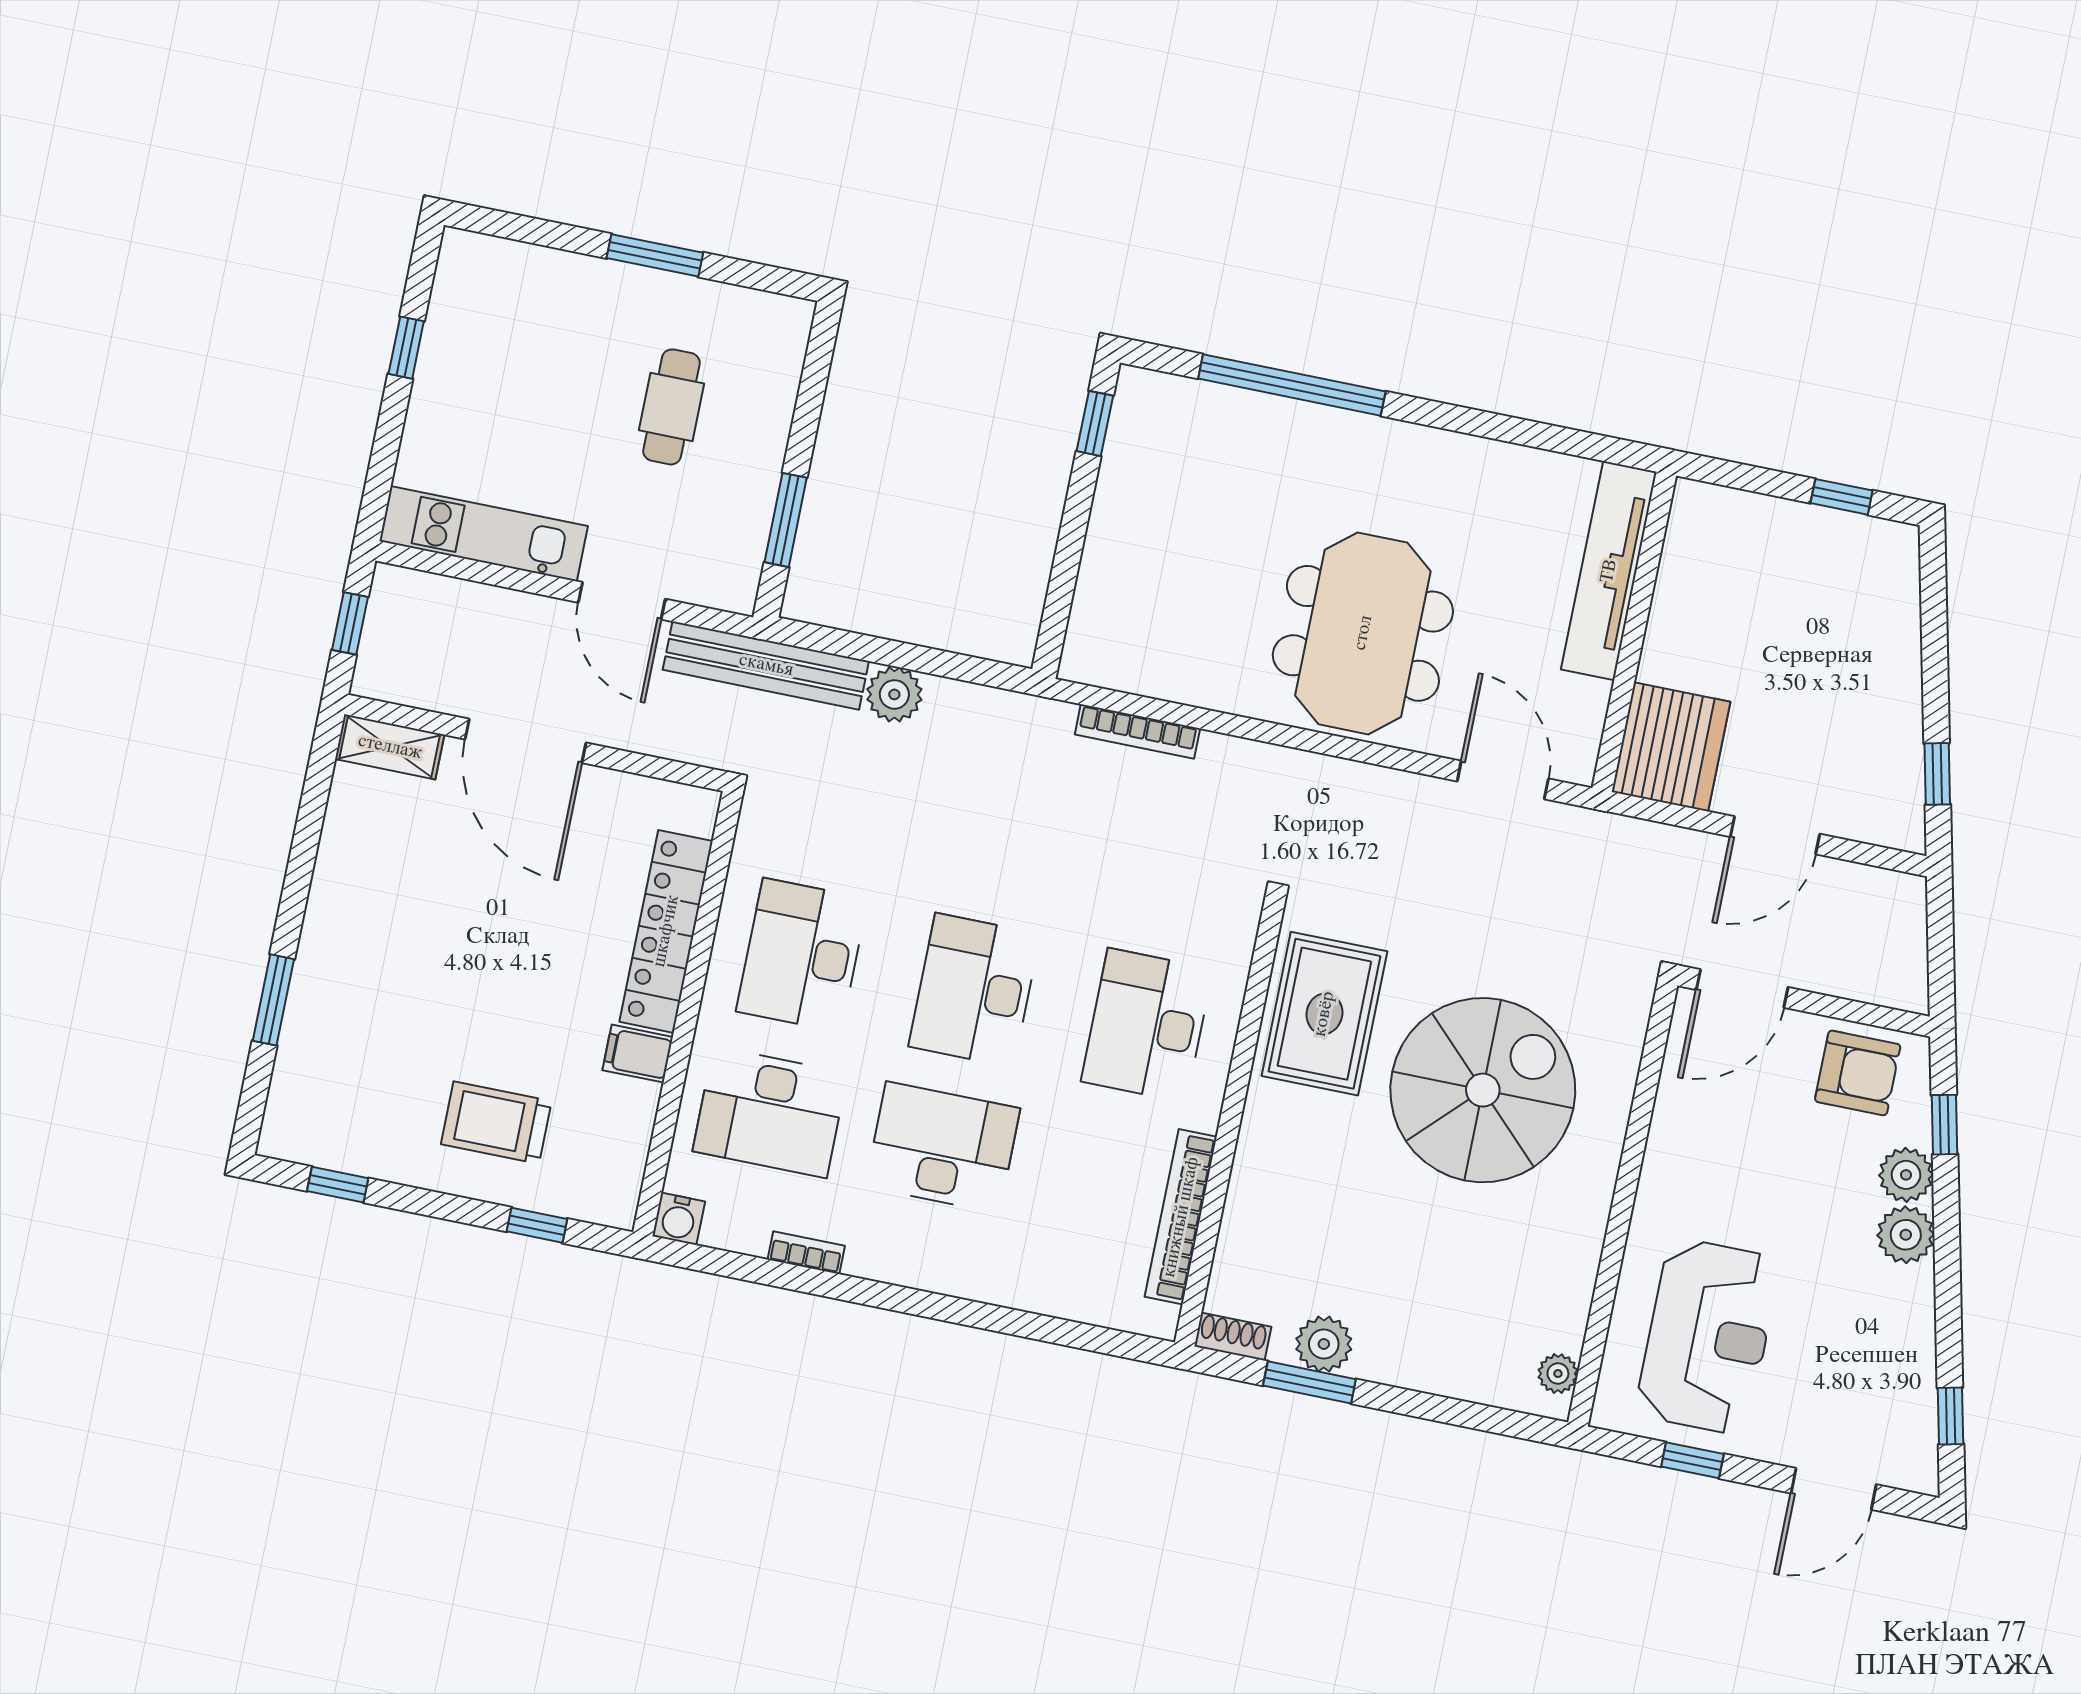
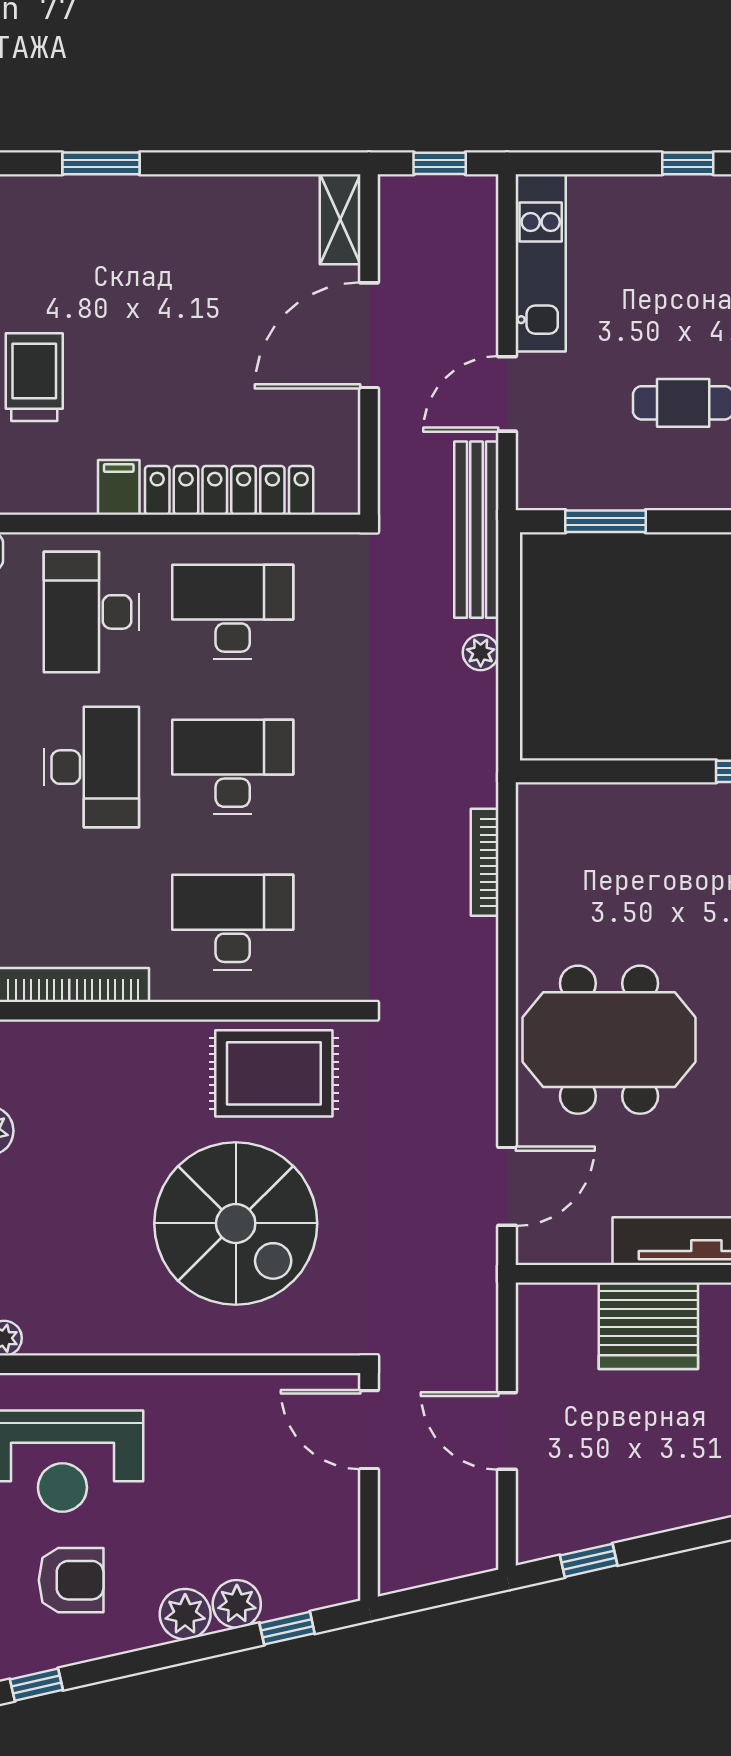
plant: (894, 694) -> (481, 652), width x0.73, depth x0.73
server rack: (1671, 747) -> (648, 1326), moved
armchair: (1858, 1073) -> (71, 1580), moved, turned -90

